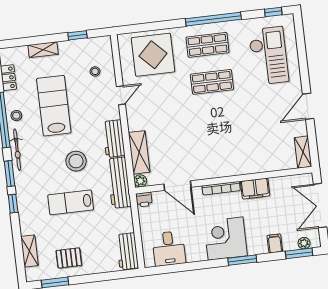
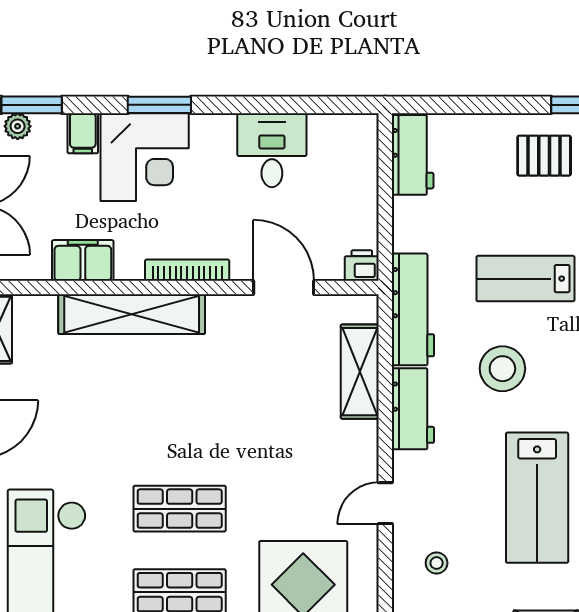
shelving: (244, 166) -> (132, 314), added
plant: (140, 181) -> (365, 308), removed
filing cabinet: (255, 189) -> (83, 260), moved
lab bench: (71, 202) -> (525, 279), turned 180
corner desk: (226, 239) -> (145, 157), moved
desk: (169, 248) -> (272, 150), moved

